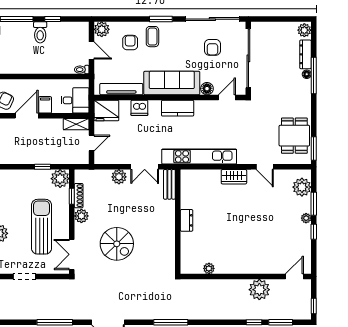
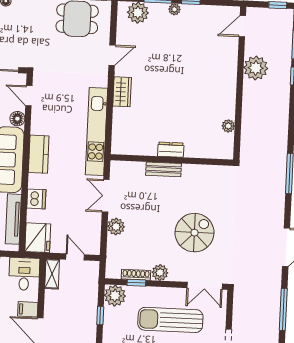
double door: (145, 167) -> (106, 196), swing flipped
bench: (169, 184) -> (163, 169), moved
door: (294, 277) -> (242, 26), hinge flipped

